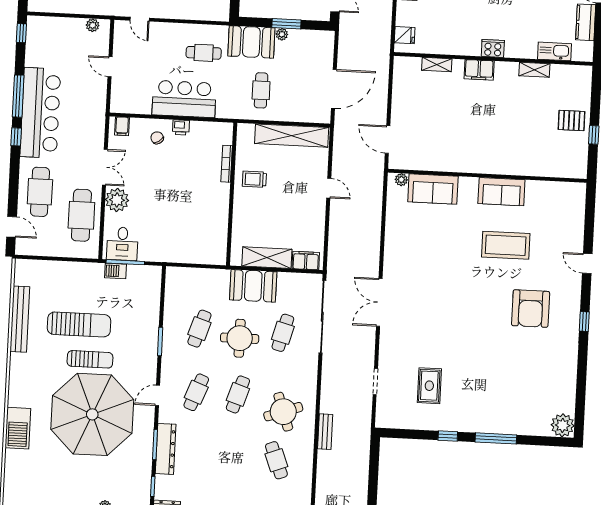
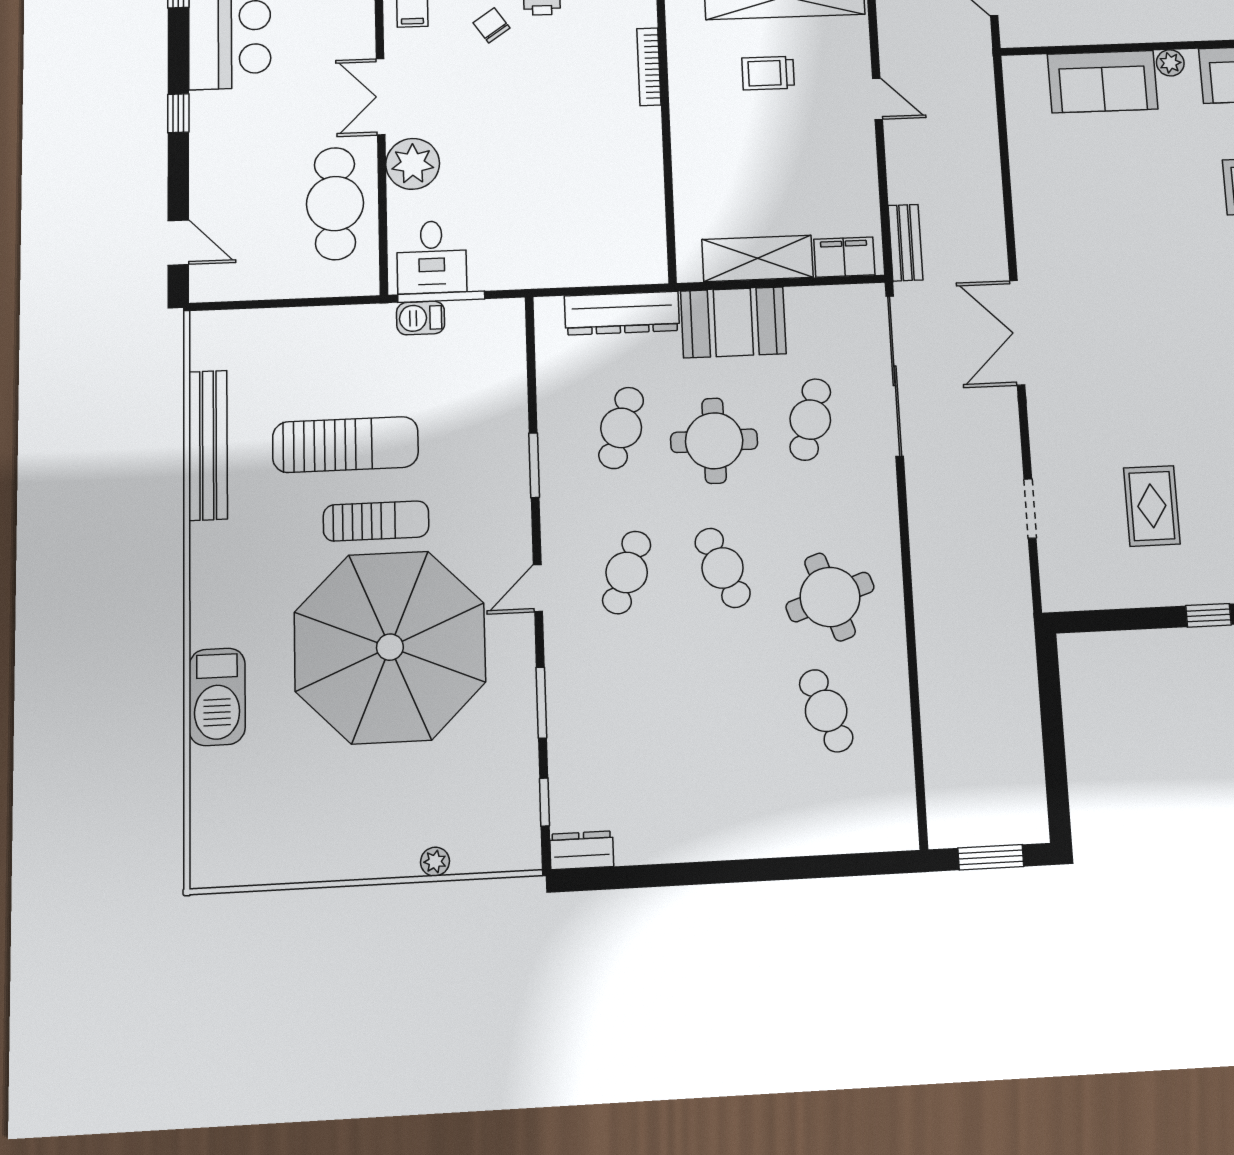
window: (16, 137) -> (178, 113), moved
double door: (105, 167) -> (381, 97), swing flipped
trolley: (254, 179) -> (768, 73), moved
plant: (401, 180) -> (1170, 63), moved
cafe table: (40, 192) -> (238, 161), removed
cafe table: (238, 394) -> (723, 568), turned -42
bench: (325, 432) -> (905, 243), moved
dresser: (166, 449) -> (622, 313), moved, turned 90

